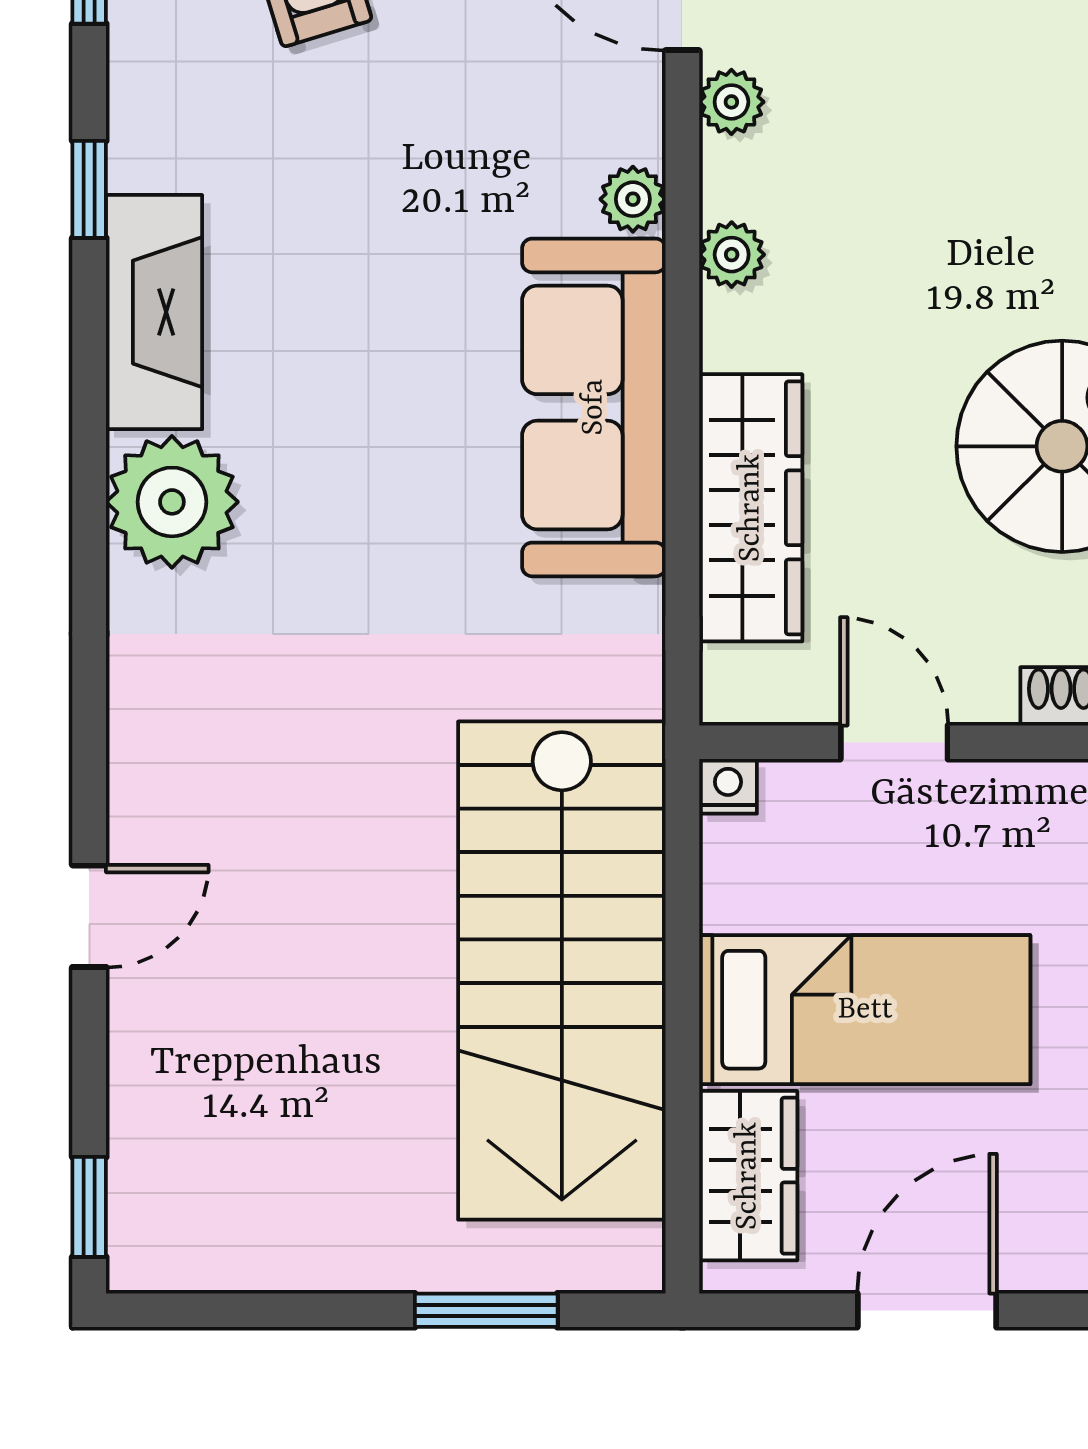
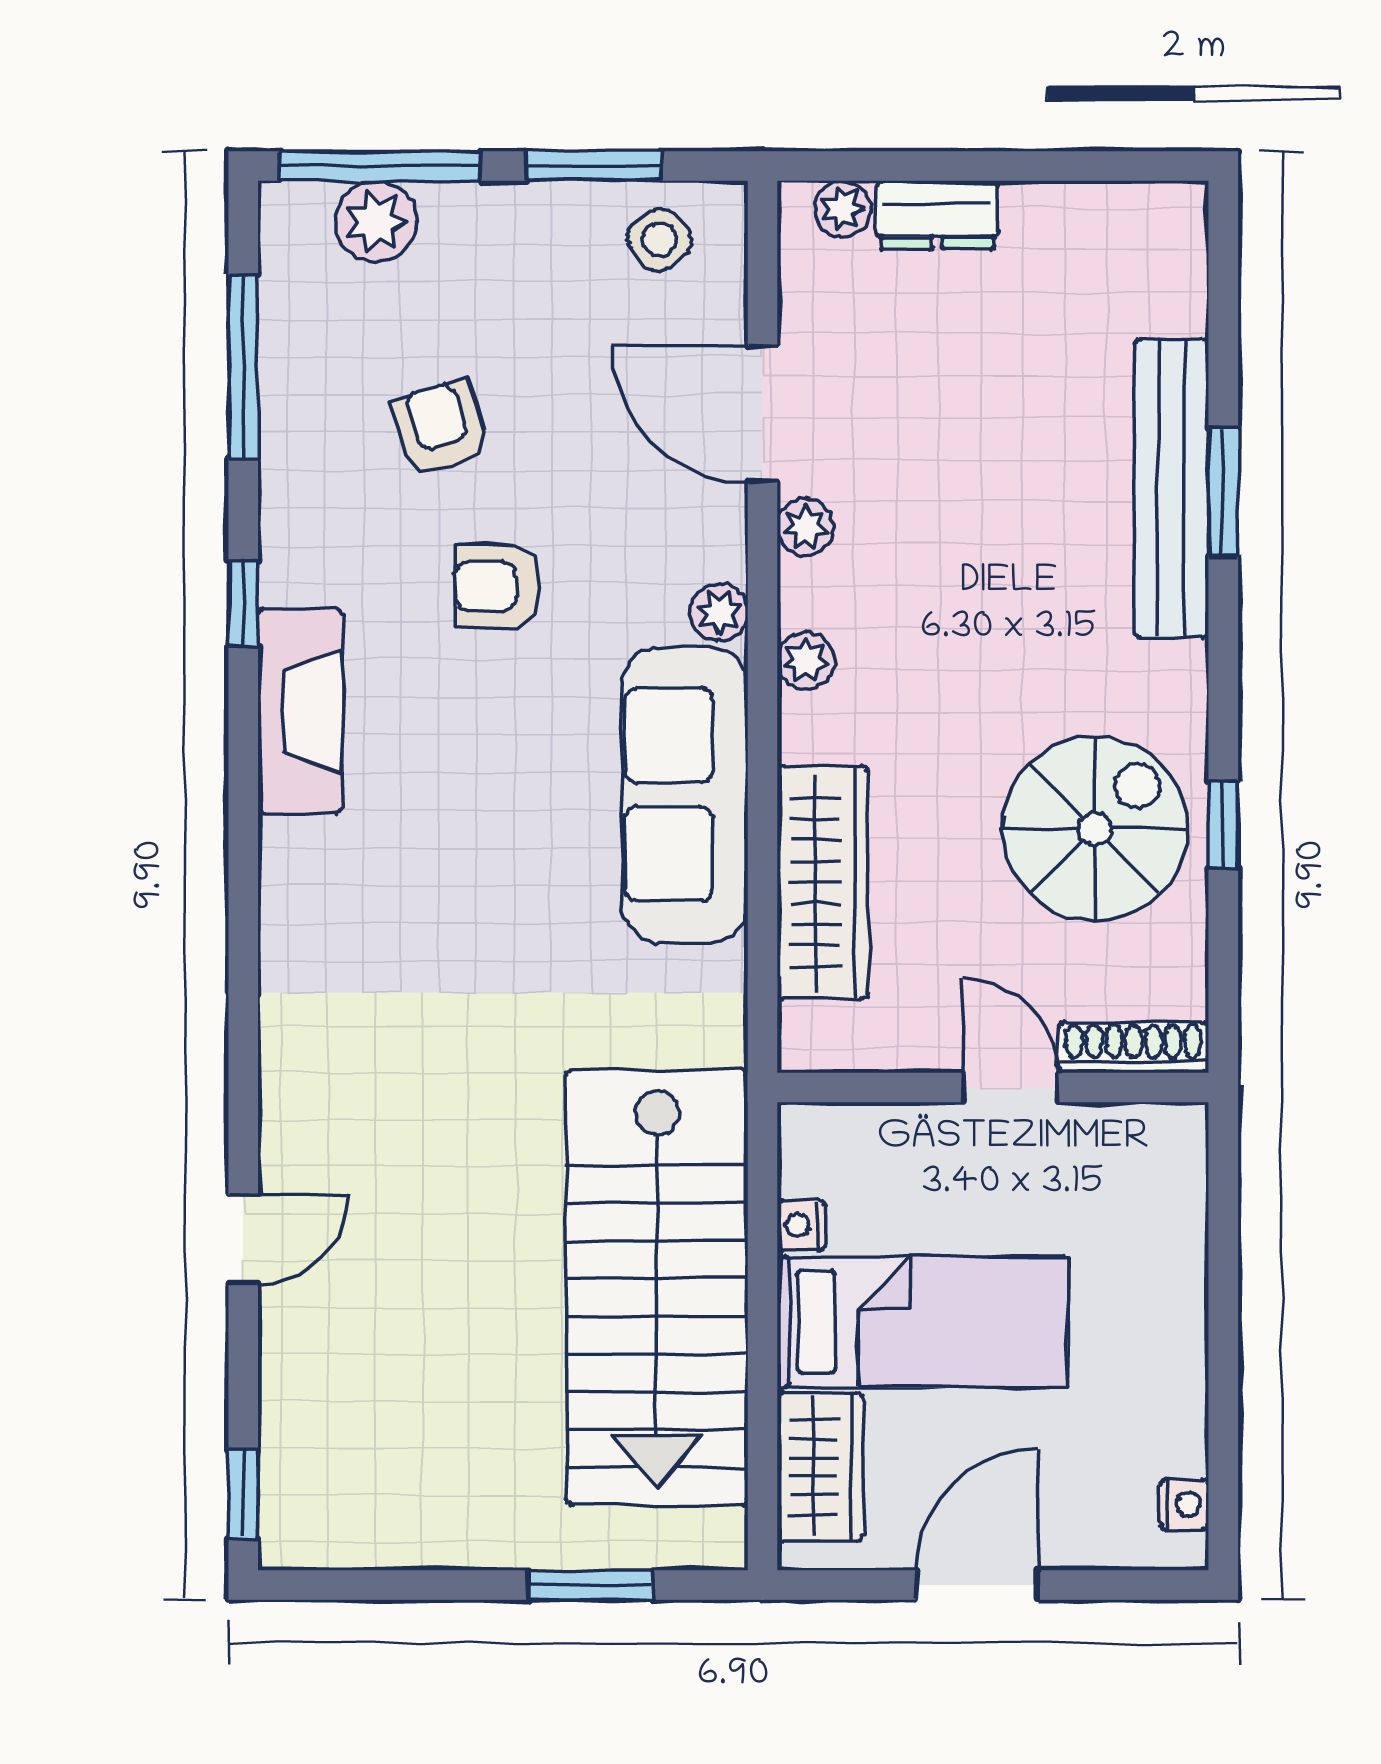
armchair: (380, 170) -> (498, 586), added
plant: (172, 502) -> (316, 877), removed
door: (894, 742) -> (1011, 1088), moved
nightstand: (728, 786) -> (801, 1225), moved, turned -90

